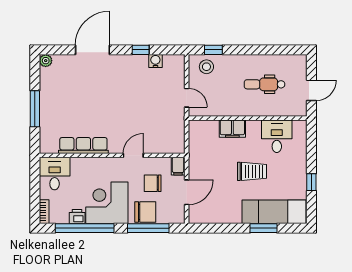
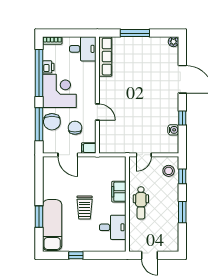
window: (258, 50) -> (182, 212), added
dental chair: (265, 84) -> (141, 203), moved, turned 180
row of seats: (83, 146) -> (105, 57), moved

